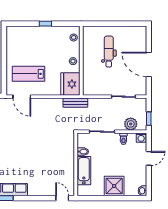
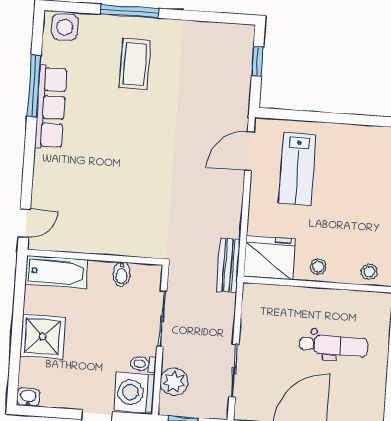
lab bench: (29, 74) -> (298, 169), turned 180
washing machine: (141, 138) -> (134, 392), width x1.89, depth x1.89
bathtub: (84, 171) -> (57, 272), moved

